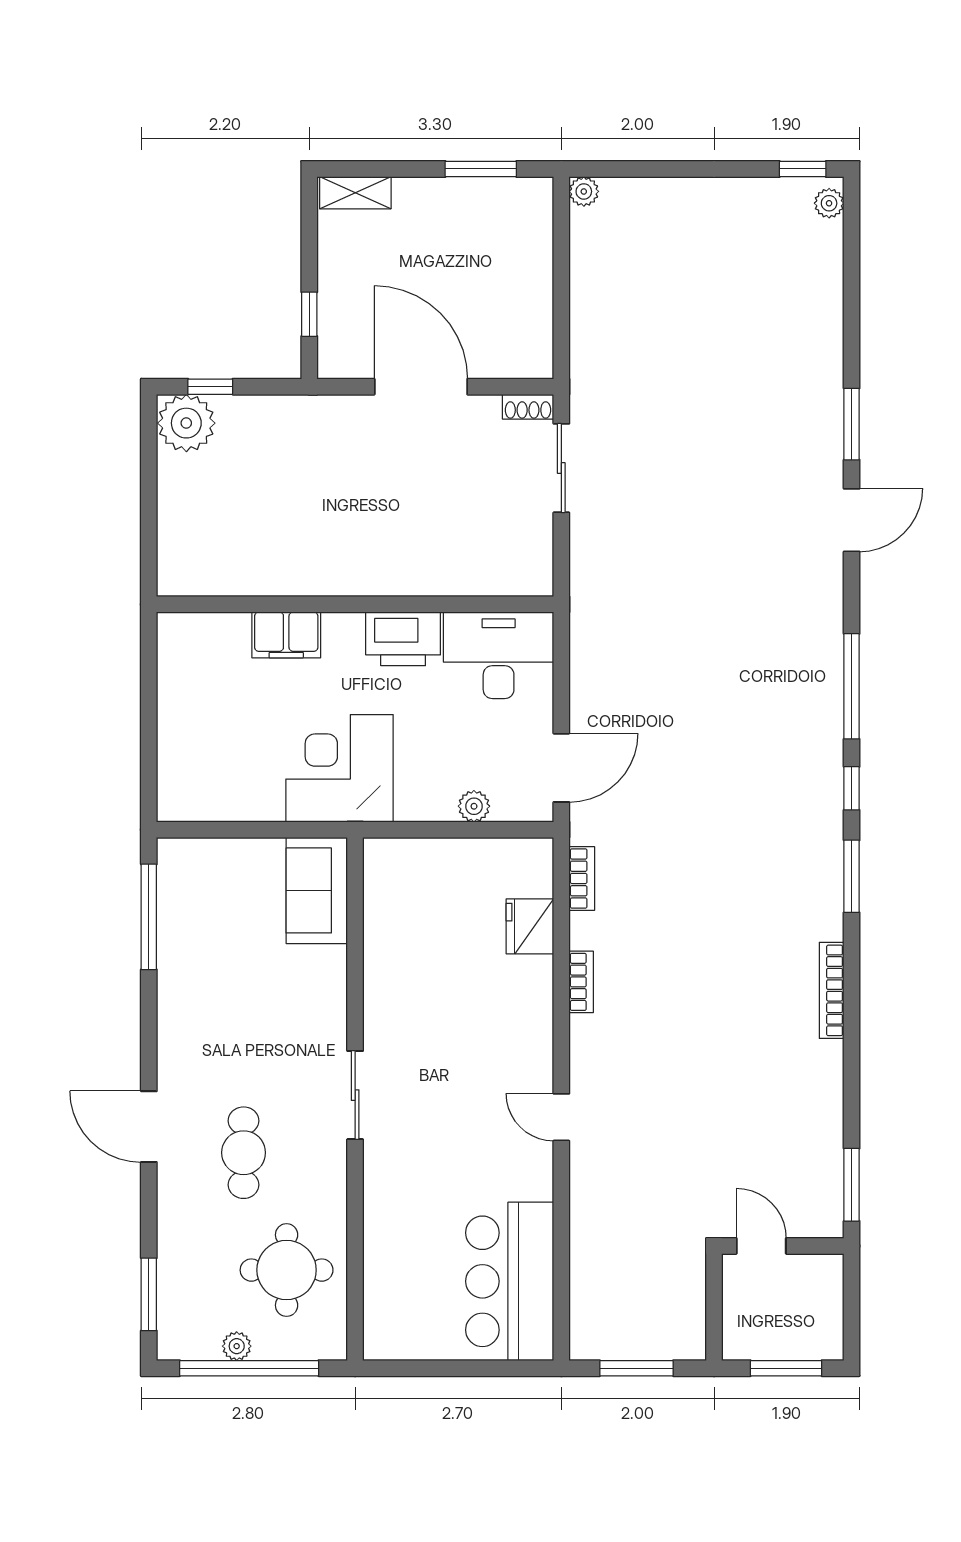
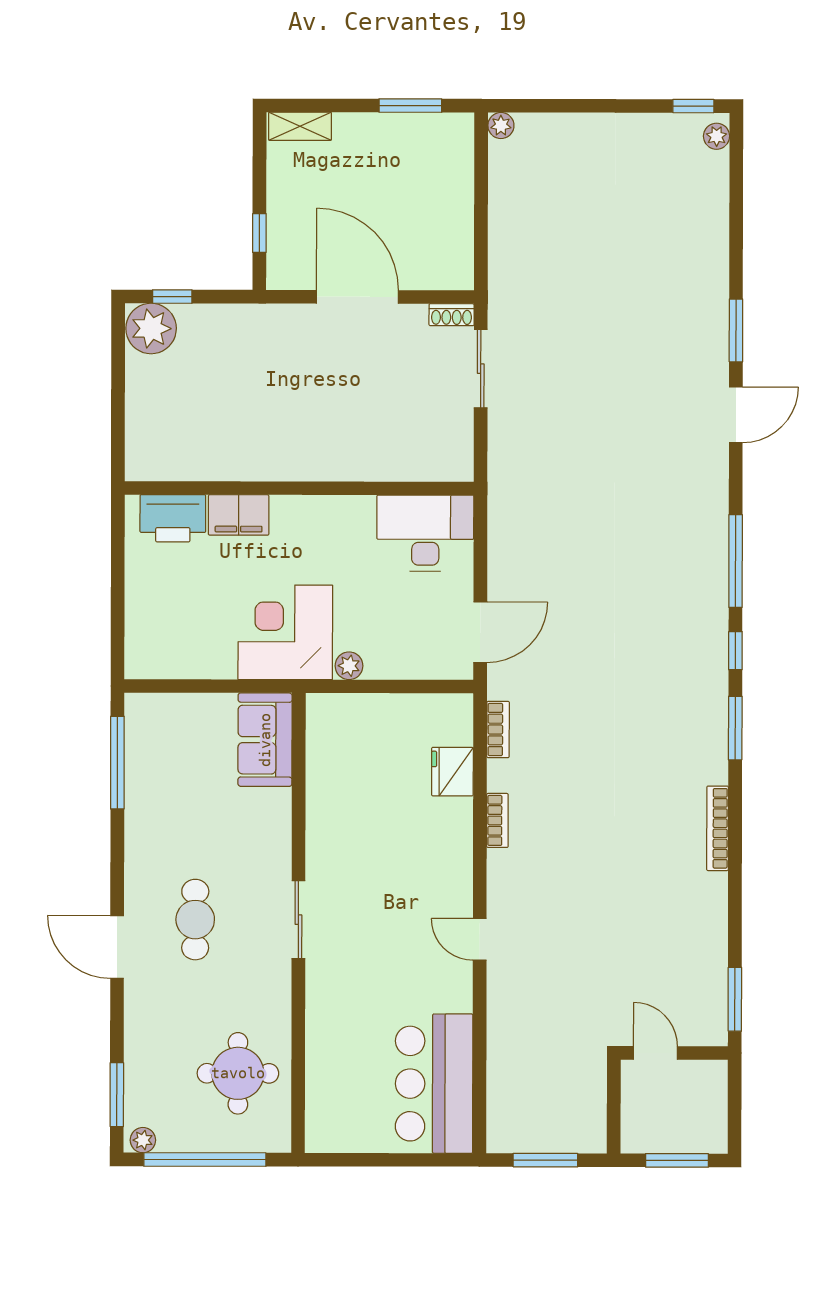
printer: (403, 639) -> (173, 518), moved
plant: (474, 806) -> (349, 666), moved
cafe table: (244, 1153) -> (195, 920), moved
plant: (237, 1346) -> (143, 1140), moved

